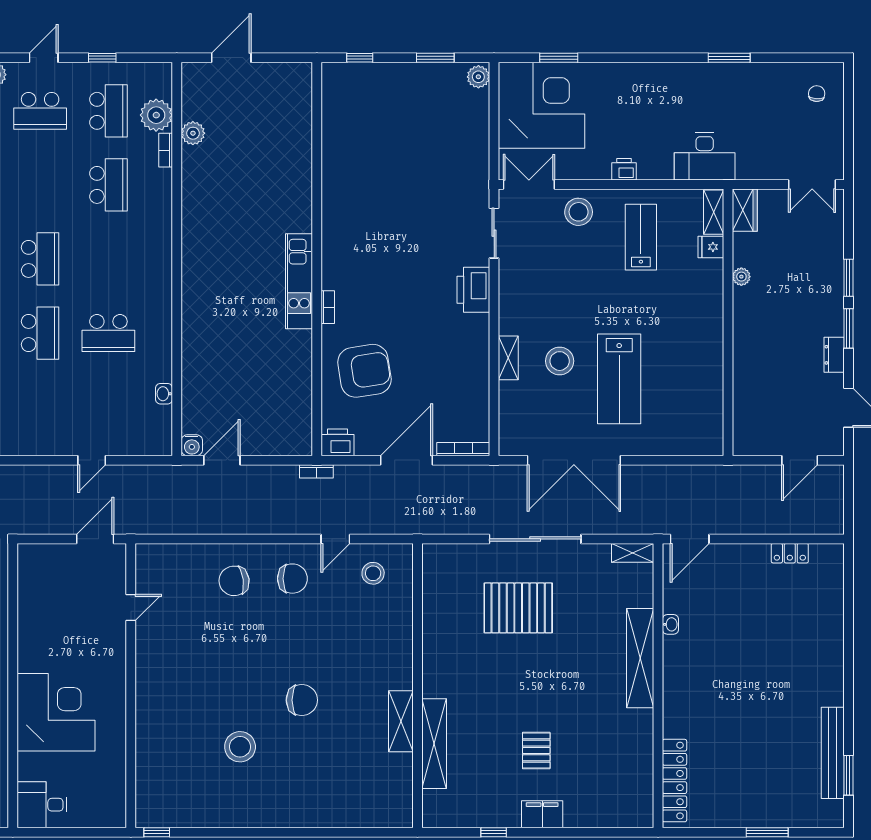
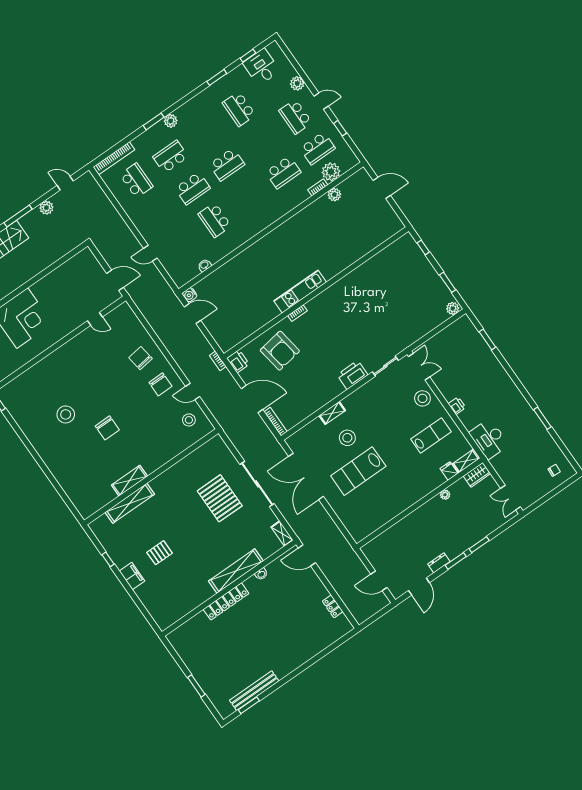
corner desk: (542, 105) -> (460, 347), removed
locker: (674, 781) -> (226, 601), moved

